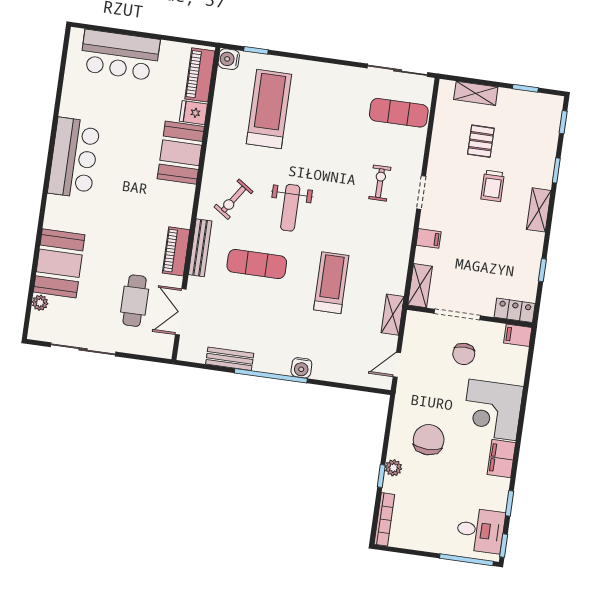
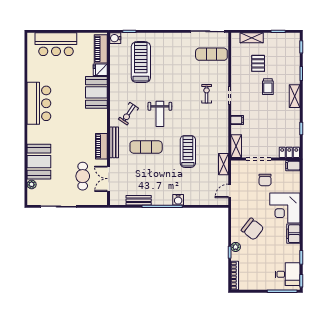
chair: (429, 440) -> (252, 229), turned 128

